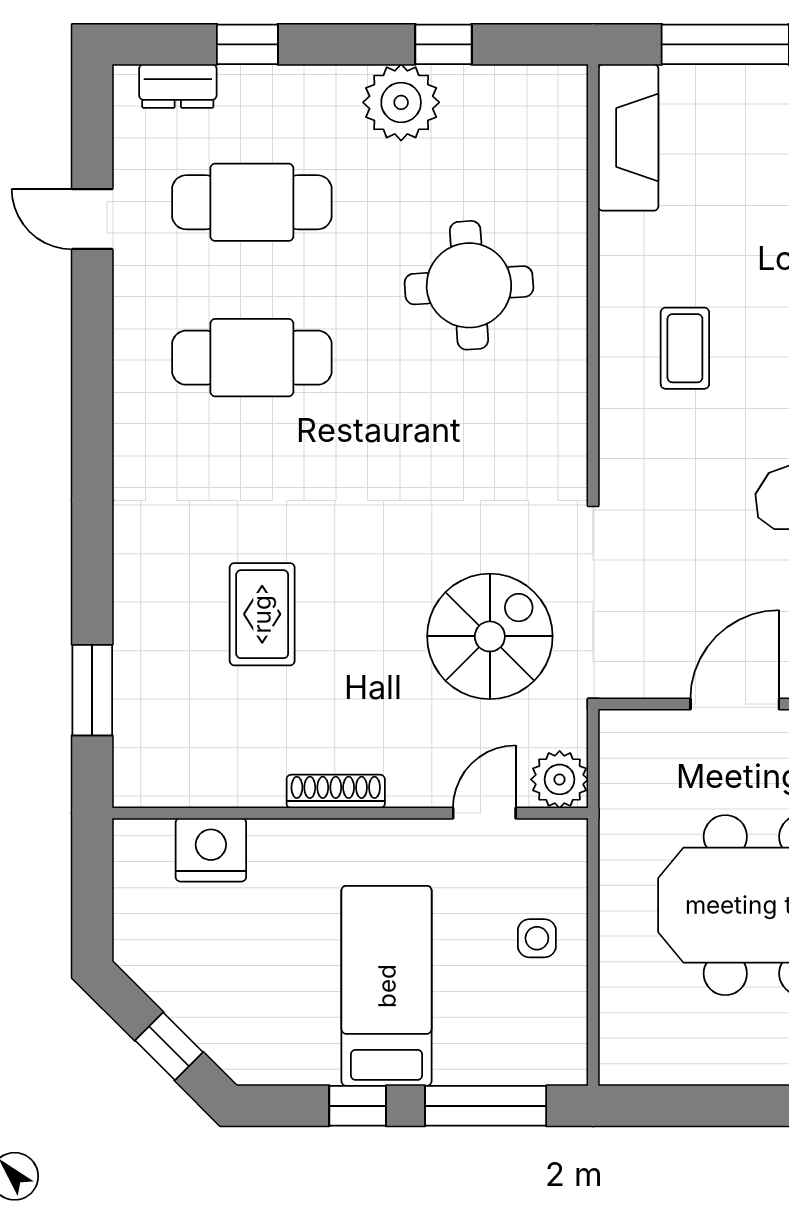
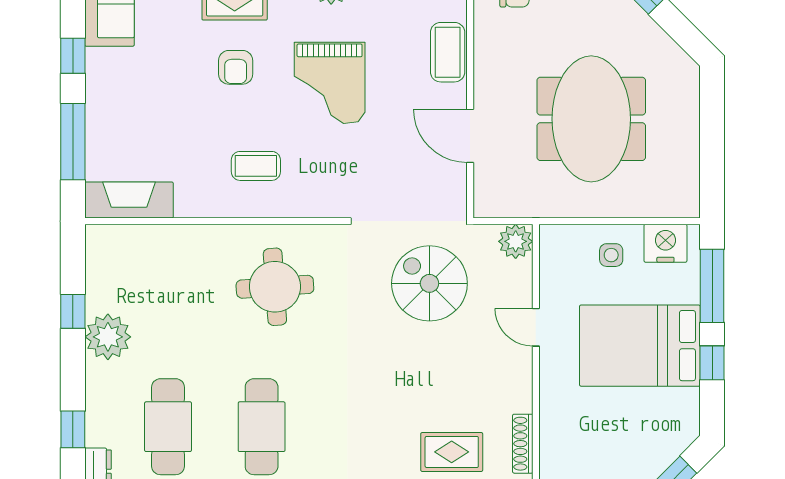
round table: (469, 285) -> (275, 287), moved
rug: (262, 614) -> (452, 452), moved
shoe rack: (336, 791) -> (523, 444), moved
door: (484, 813) -> (536, 327), moved
nightstand: (211, 850) -> (665, 243), moved, turned 90
bed: (387, 986) -> (640, 346), width x1.50

